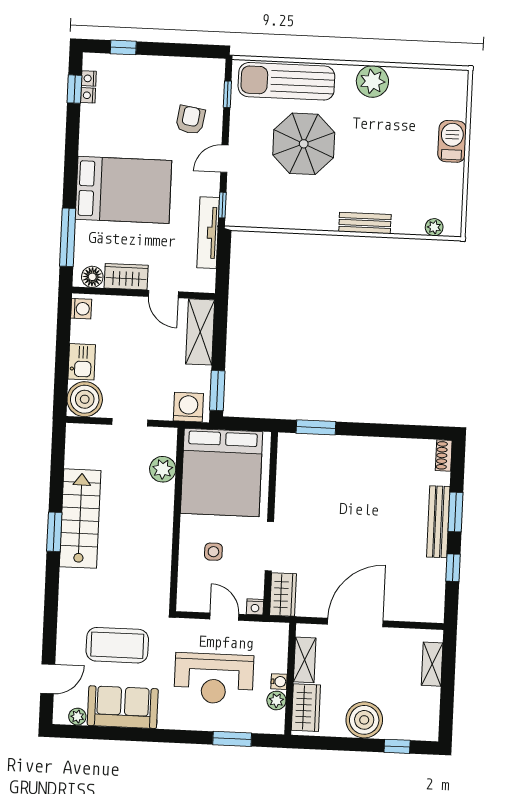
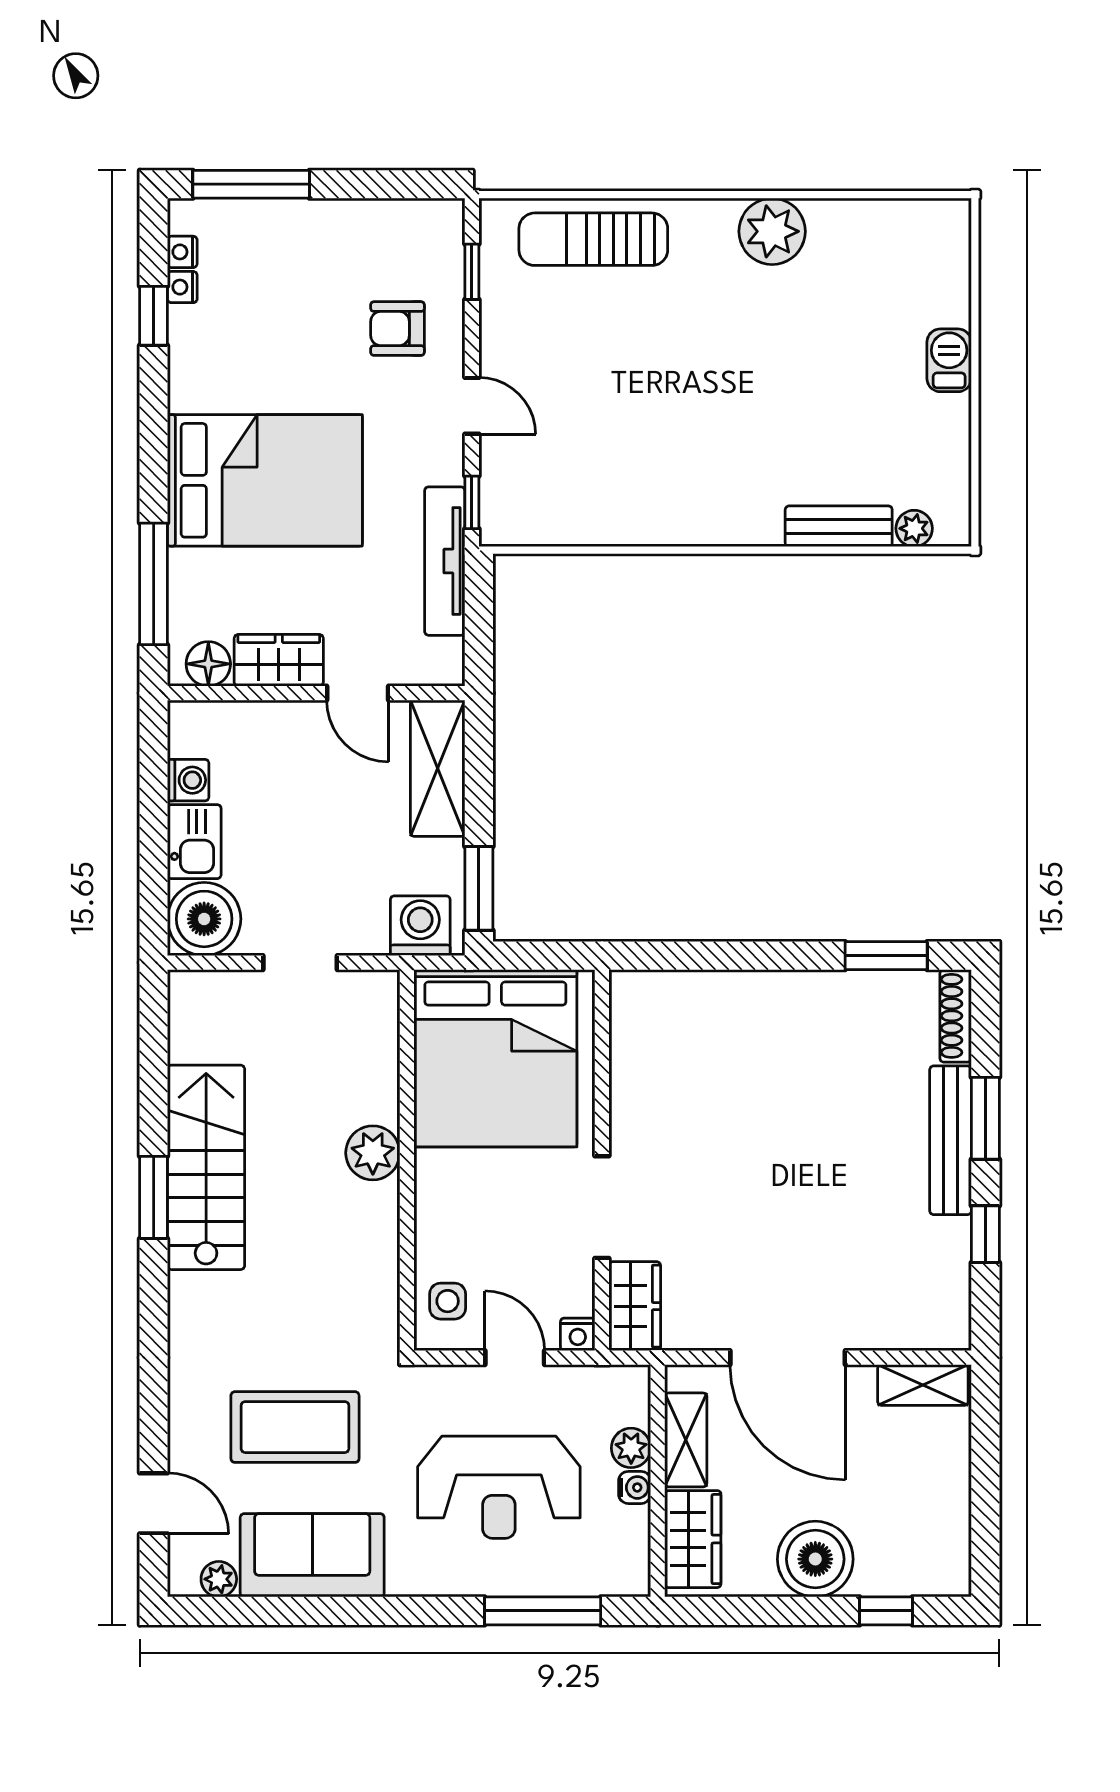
window: (123, 47) -> (251, 184), width x2.17
sun lounger: (286, 81) -> (593, 239), width x0.73, depth x0.75
window: (74, 89) -> (154, 316), moved
armchair: (190, 120) -> (397, 329), turned -99
barbecue: (452, 141) -> (949, 360), width x0.73, depth x0.79
parasol: (304, 144) -> (635, 368), removed
door: (224, 159) -> (472, 406), swing flipped
bench: (365, 223) -> (839, 526), moved
washing machine: (81, 309) -> (188, 780), moved
window: (316, 427) -> (886, 956), moved
shoe rack: (444, 455) -> (956, 1016), width x1.43
plant: (163, 469) -> (373, 1153), moved
side table: (213, 552) -> (448, 1301), moved
door: (355, 623) -> (788, 1358), swing flipped
shelving: (432, 664) -> (923, 1385), moved, turned 90
door: (48, 679) -> (154, 1503), hinge flipped
plant: (276, 700) -> (631, 1448), moved
window: (232, 739) -> (543, 1611), width x1.44

